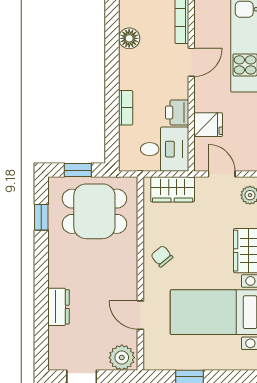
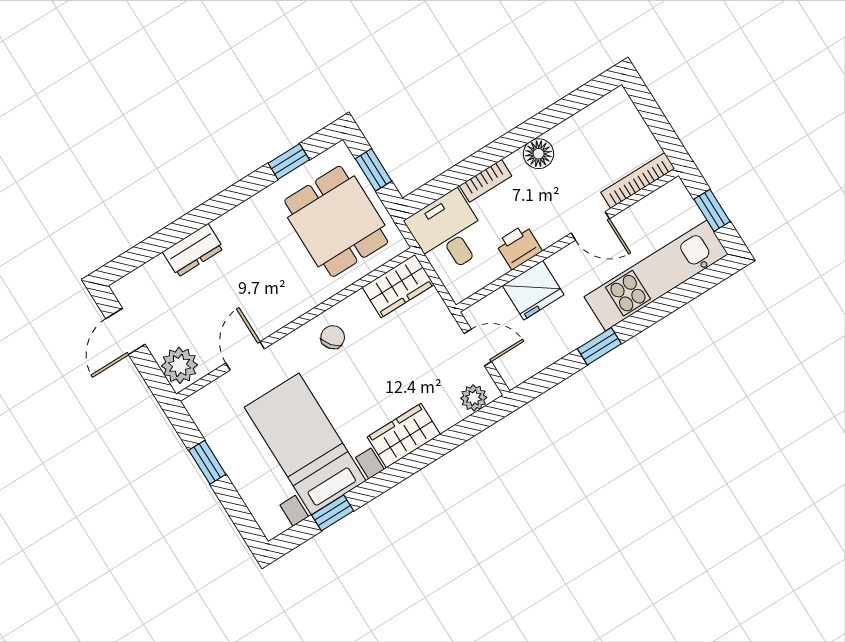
floor lamp: (129, 38) -> (539, 154), moved
fridge: (208, 125) -> (533, 290), width x1.38
desk: (165, 149) -> (448, 233), moved, turned 180
door: (222, 174) -> (478, 348), hinge flipped
wardrobe: (173, 189) -> (398, 286), moved, turned -90

